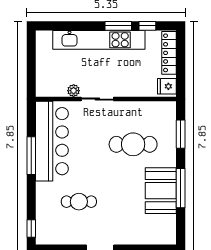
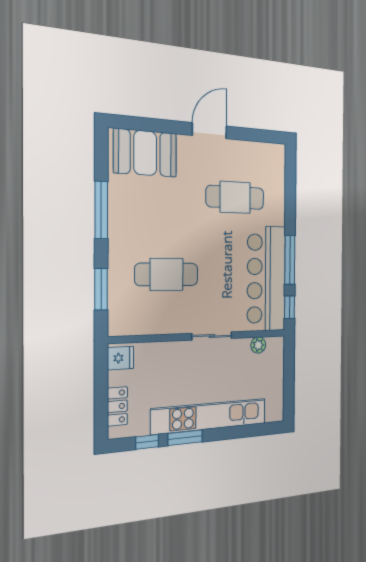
locker: (169, 53) -> (117, 406), width x0.66
plant: (74, 91) -> (258, 345), moved
booth: (161, 191) -> (145, 153), moved, turned 90
cafe table: (79, 202) -> (235, 197), width x1.37, depth x1.35
window: (31, 229) -> (290, 307), moved

